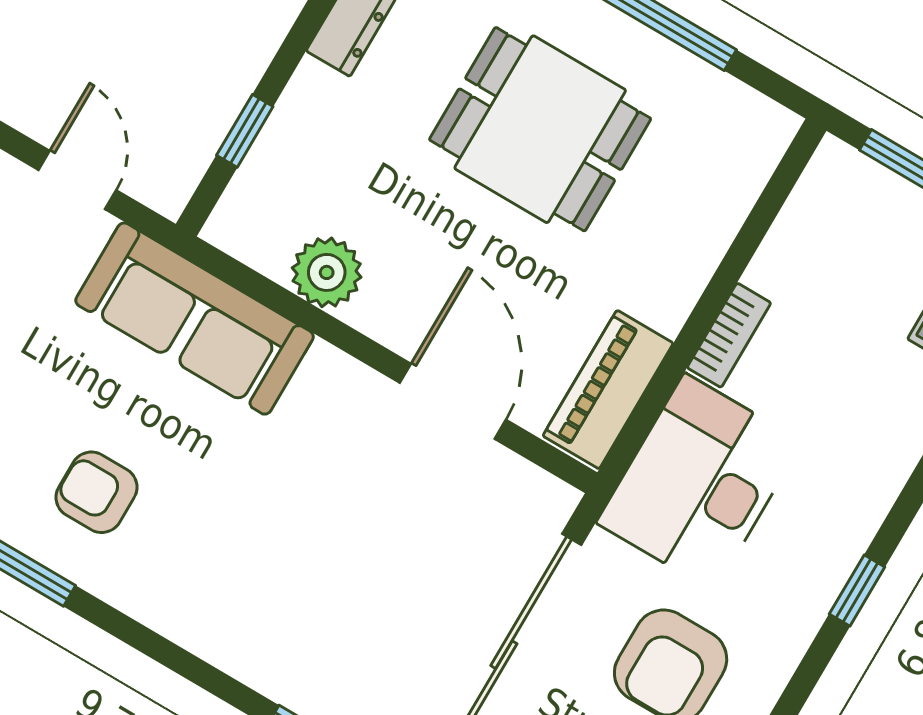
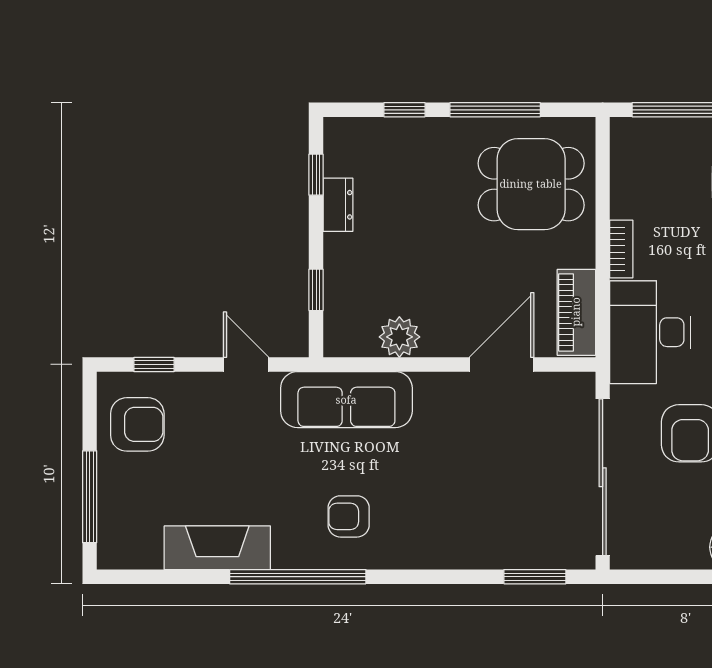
dining table: (540, 129) -> (531, 184), moved
door: (453, 401) -> (502, 364), hinge flipped

